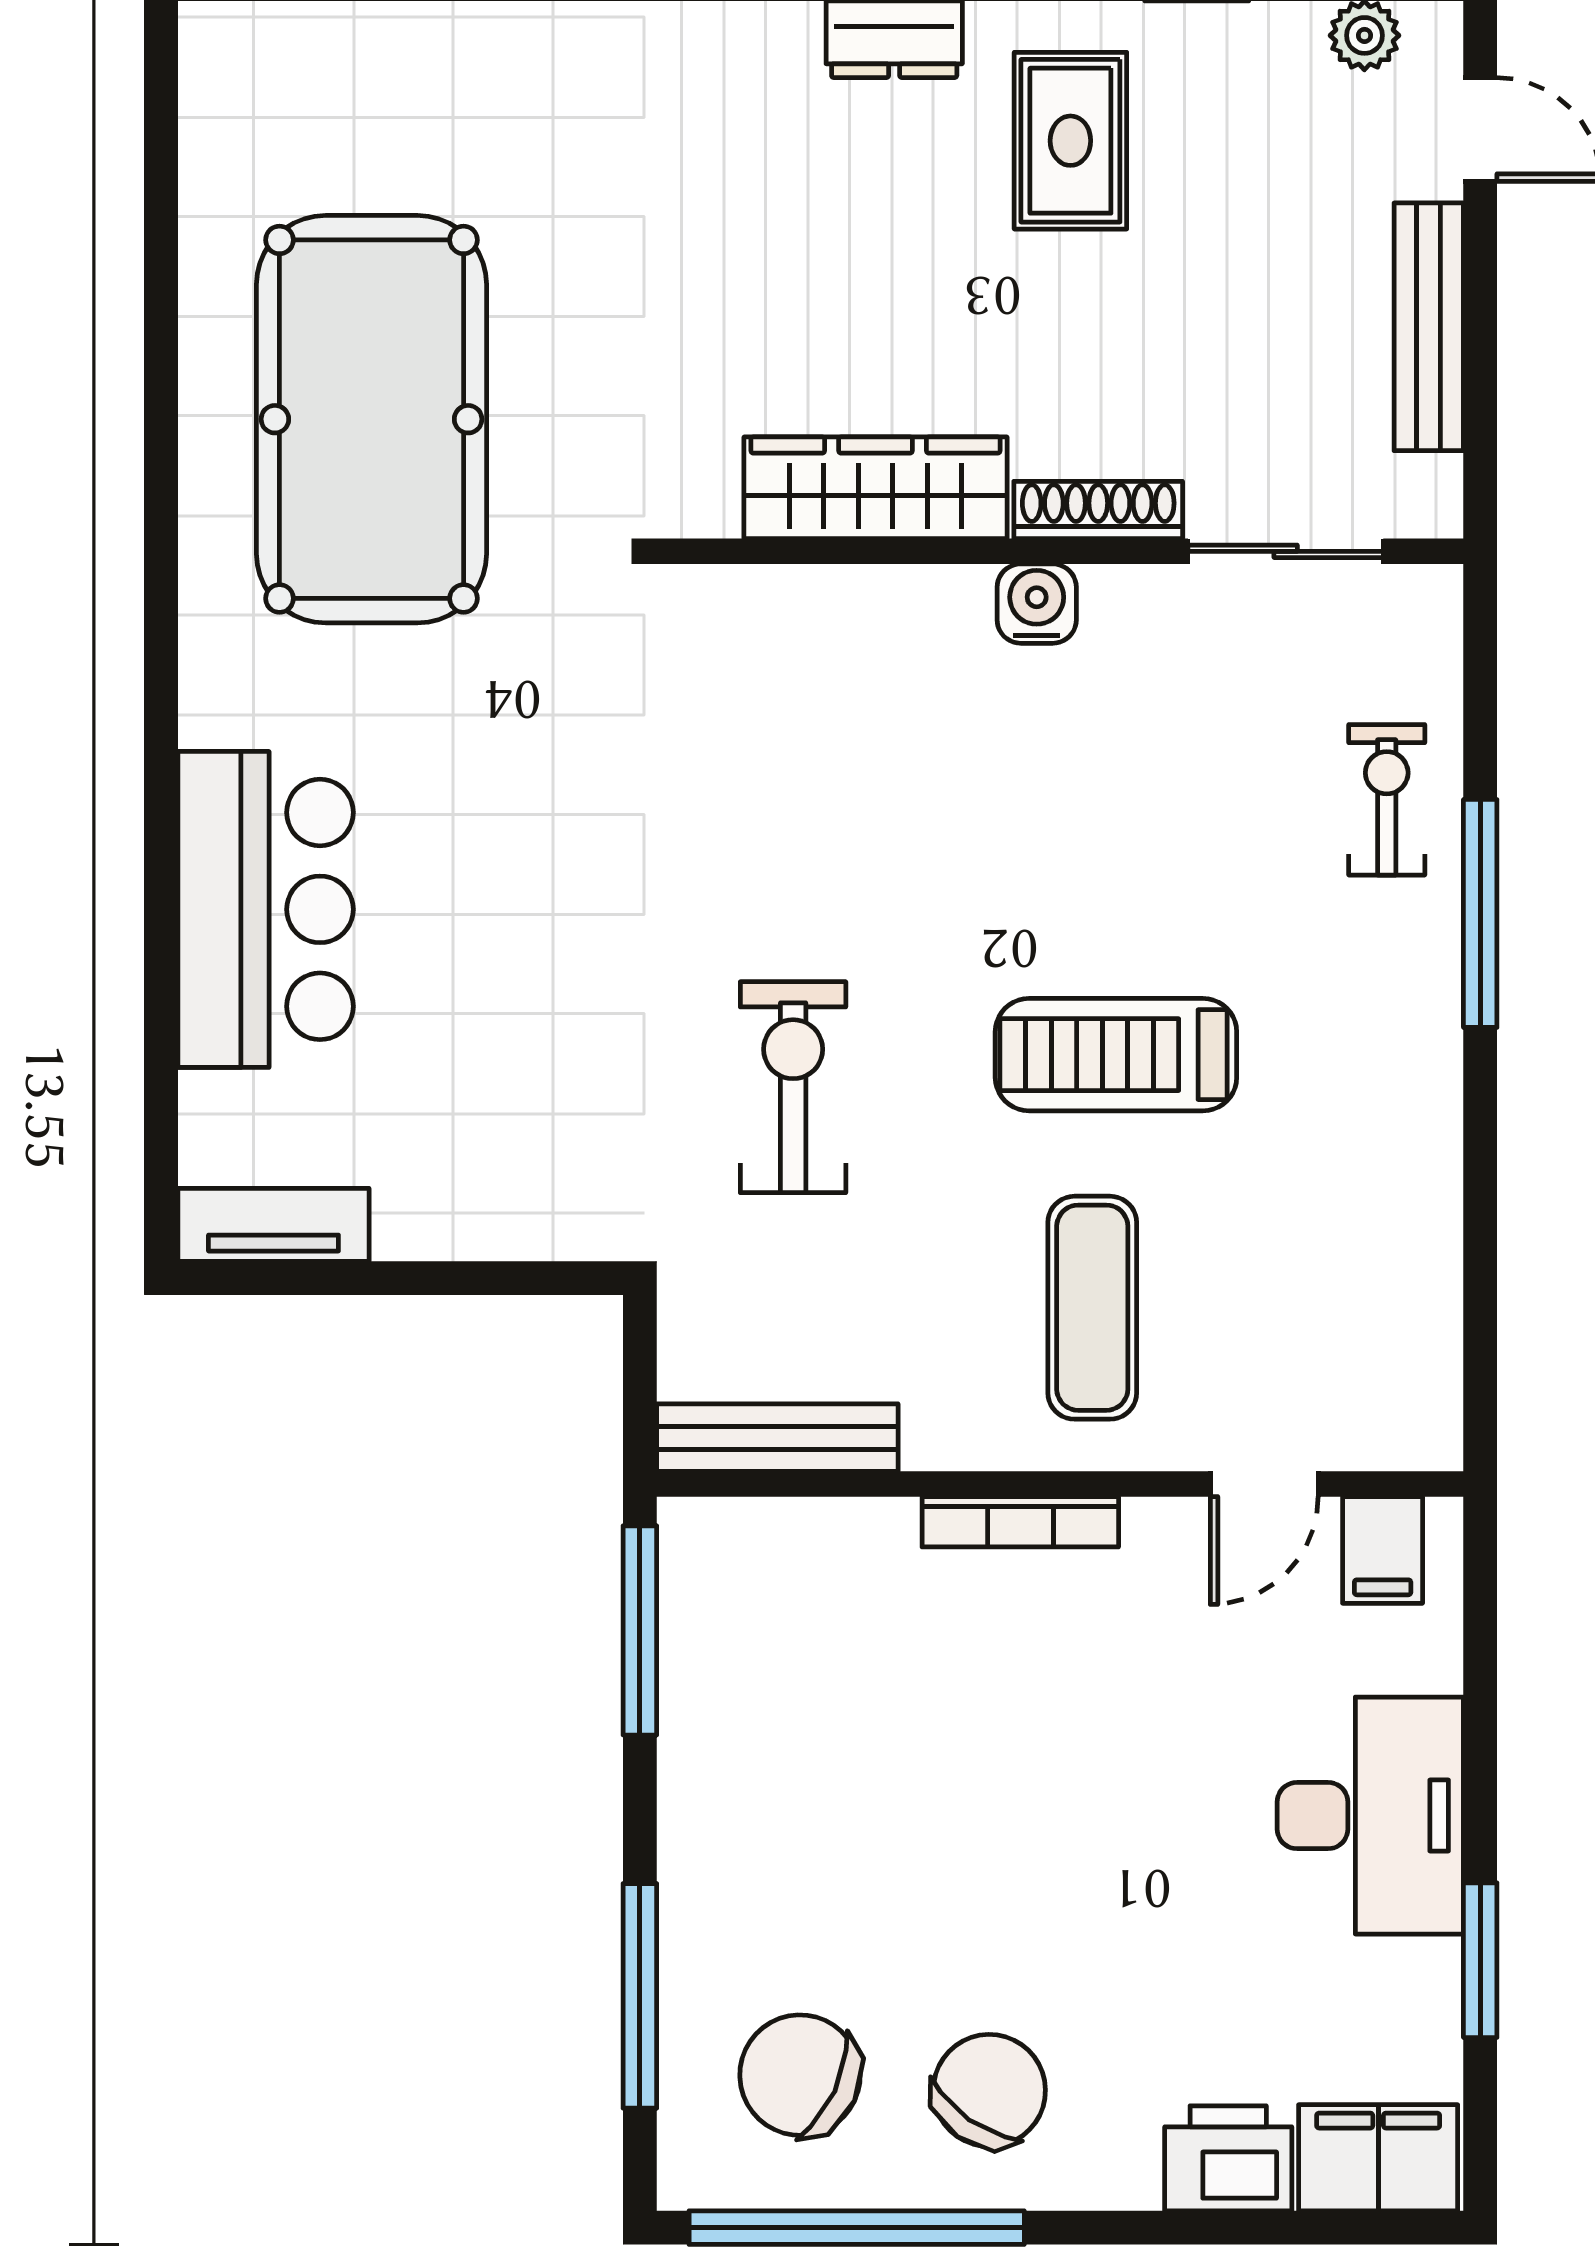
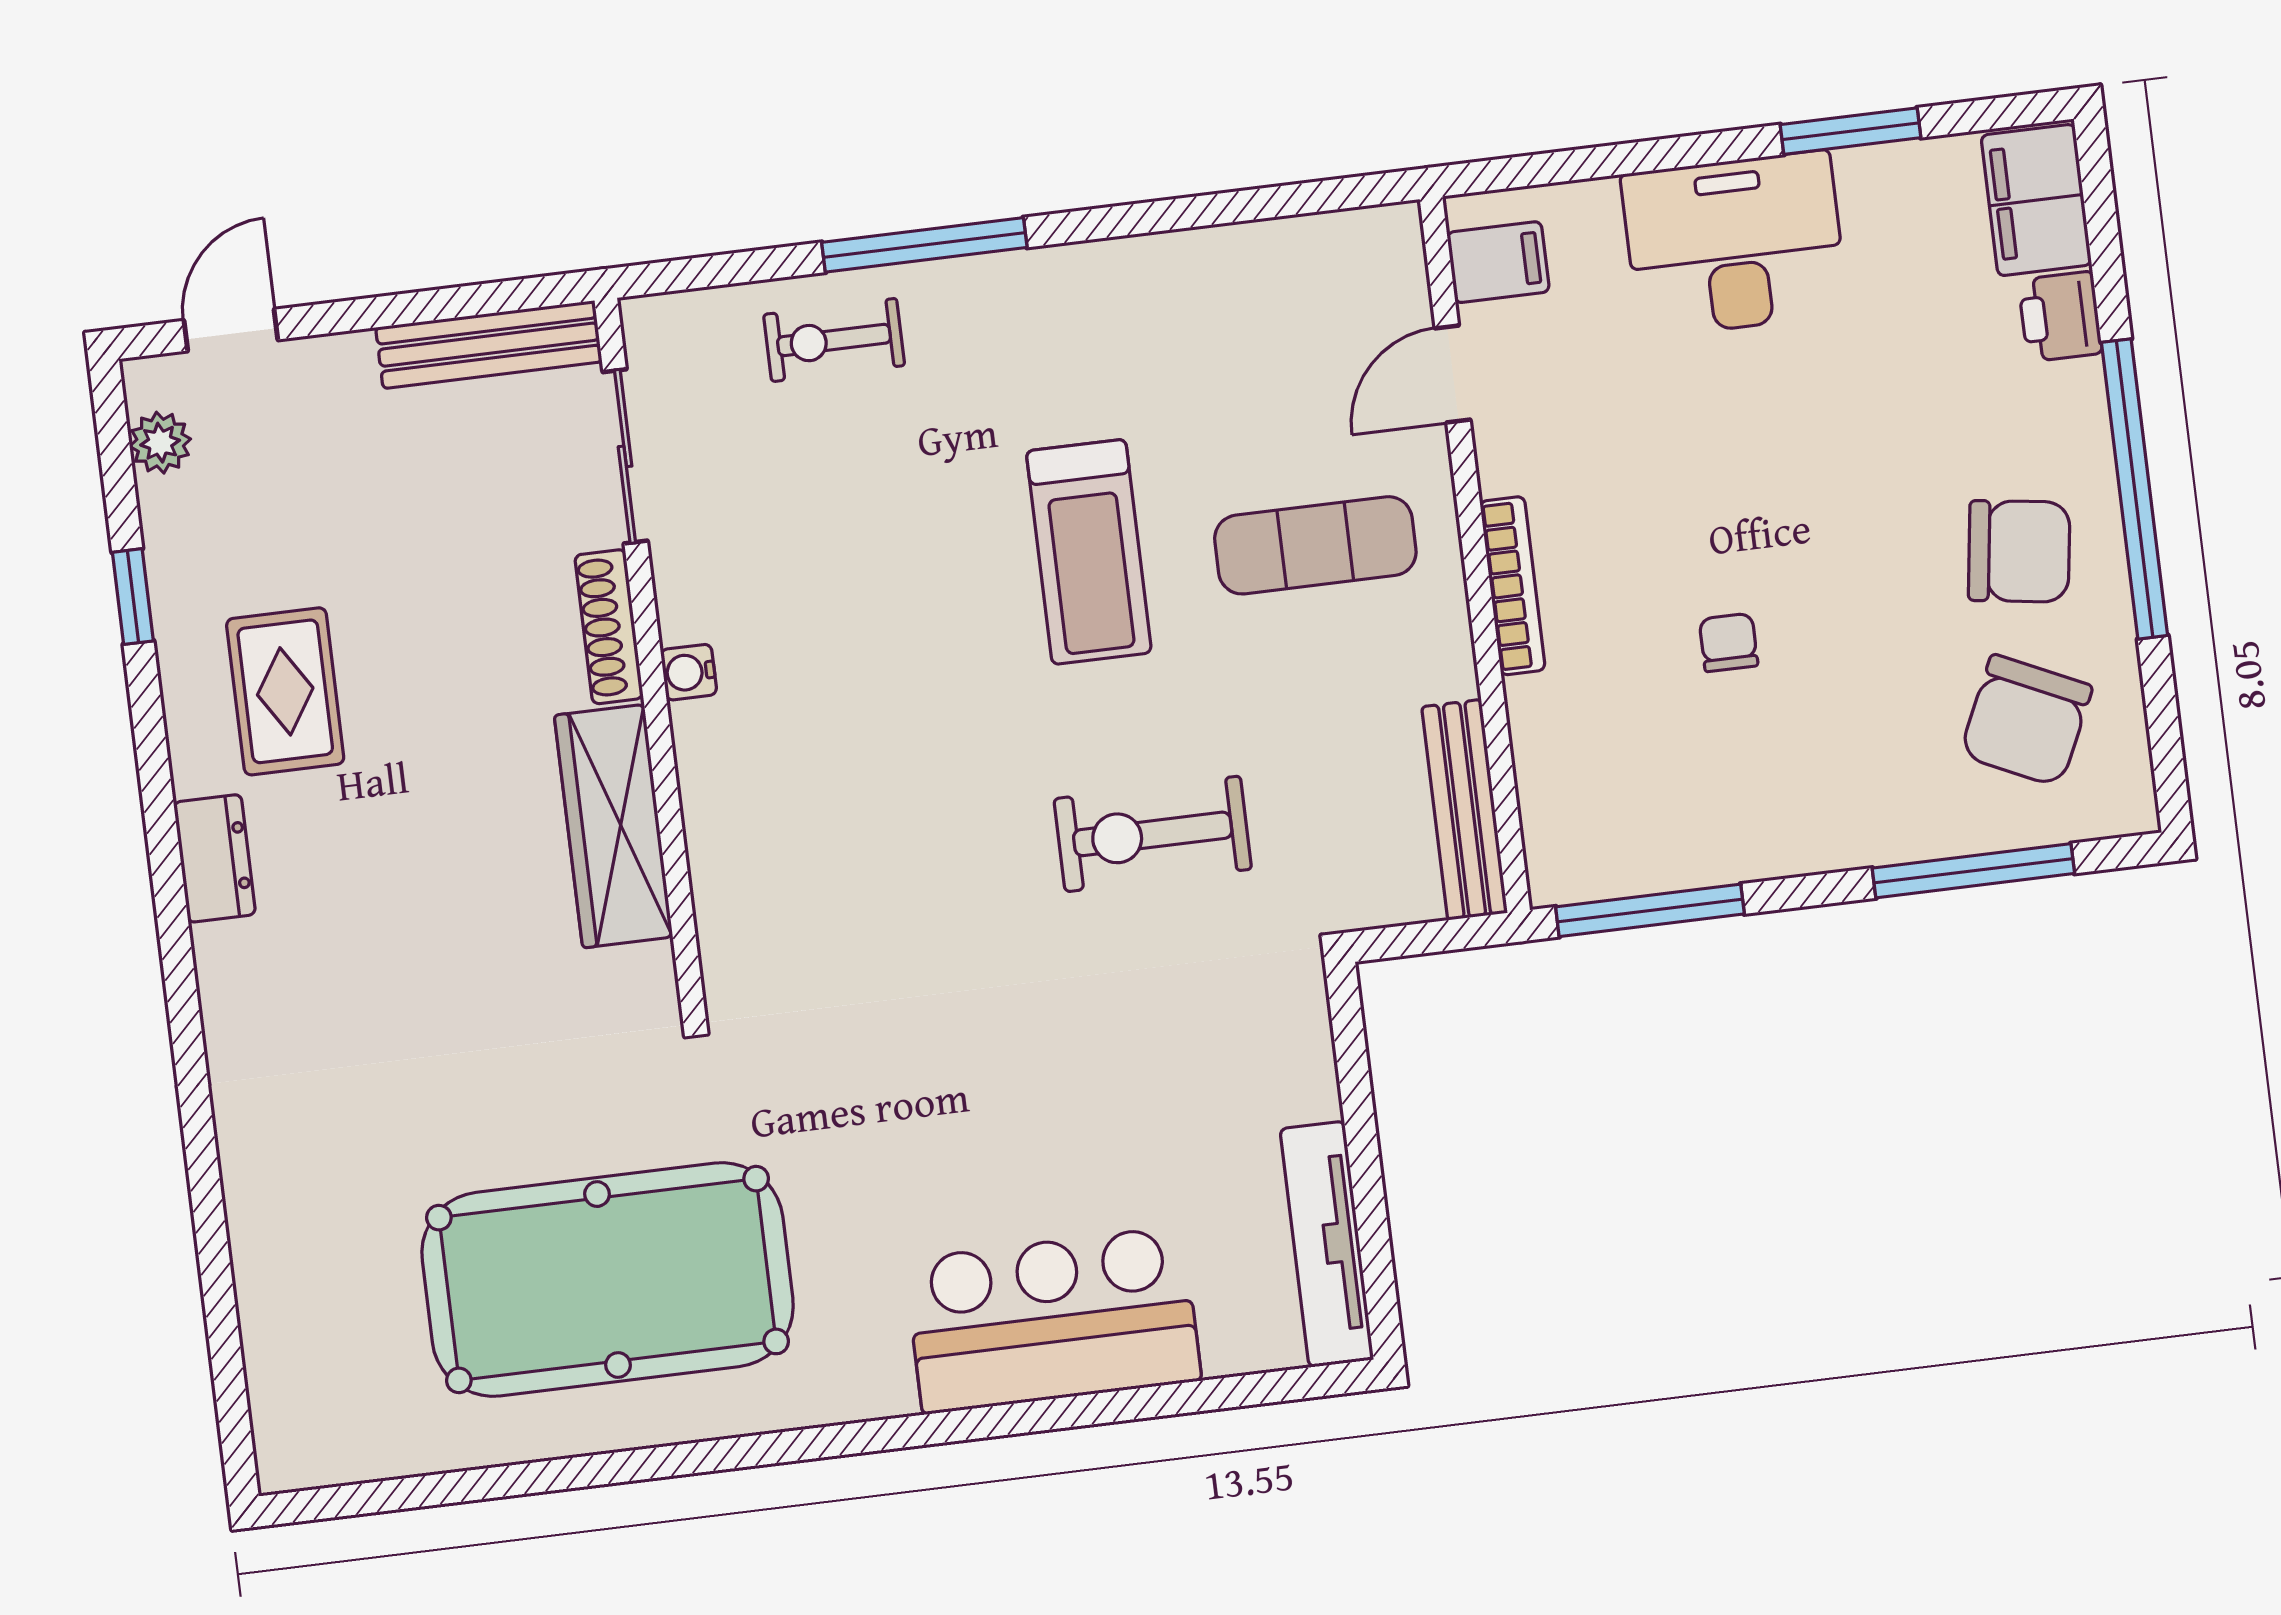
rug: (1070, 141) -> (285, 691), turned 90
bench: (1429, 327) -> (489, 345), moved
water cooler: (1037, 604) -> (689, 672), width x0.72, depth x0.72
tv unit: (273, 1225) -> (1327, 1244), width x1.41
door: (1264, 1484) -> (1453, 374), swing flipped
chair: (928, 1754) -> (1729, 642), added
chair: (989, 2090) -> (2019, 551), turned 153
printer: (1228, 2158) -> (2060, 316), width x0.73, depth x0.81
window: (857, 2228) -> (2135, 489), moved

